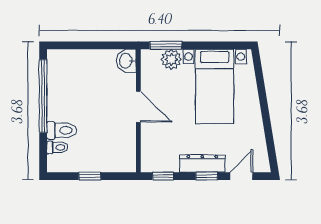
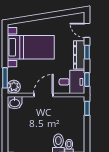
plant: (171, 59) -> (14, 87), moved
desk: (159, 152) -> (72, 82), added
window: (90, 176) -> (87, 108), moved

